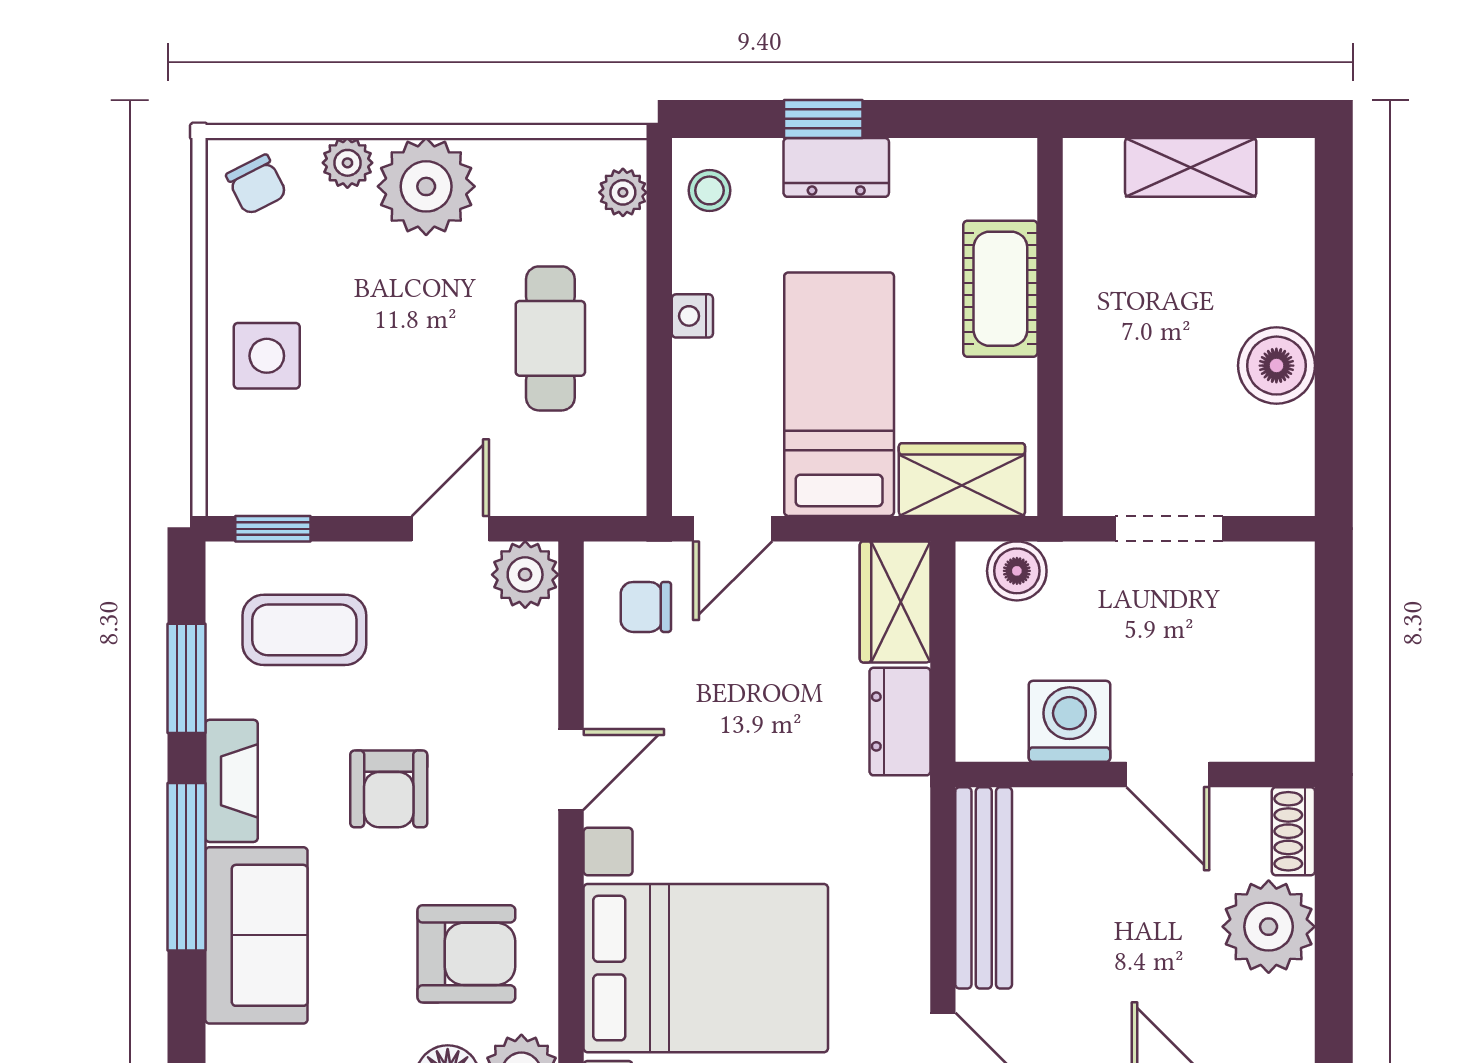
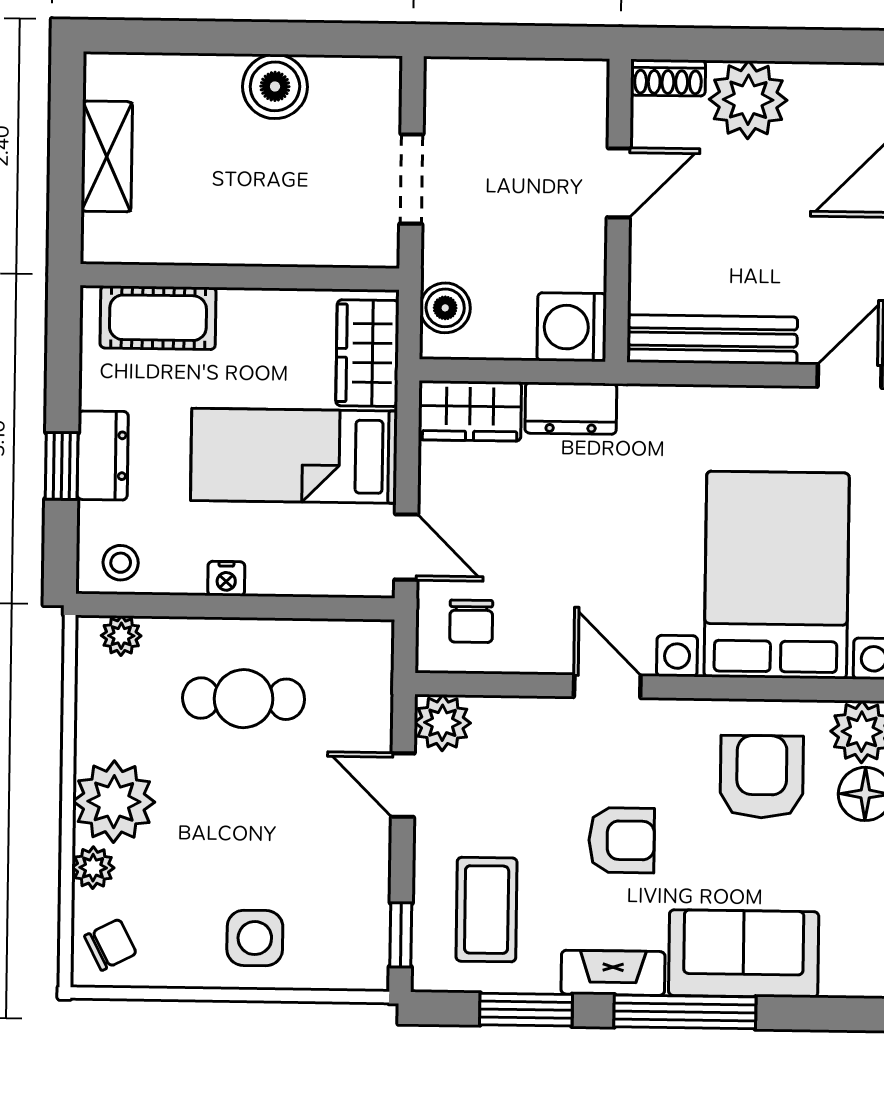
cot: (1000, 289) -> (158, 318), moved
washing machine: (1069, 721) -> (572, 327), moved

